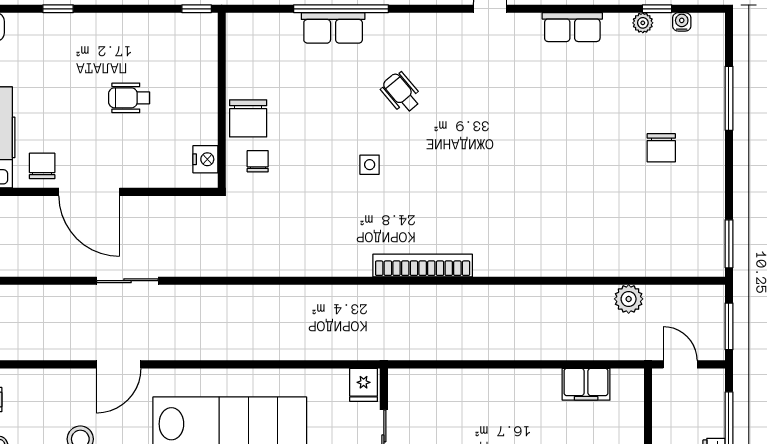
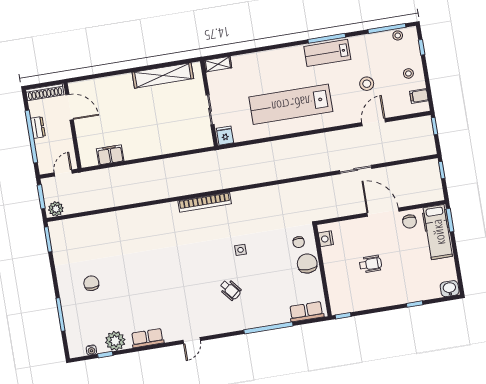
plant: (643, 23) -> (115, 341), width x1.87, depth x1.87
row of seats: (333, 28) -> (306, 312), moved
plant: (629, 299) -> (56, 209), moved
door: (119, 364) -> (374, 122), moved
door: (680, 364) -> (63, 173), swing flipped

